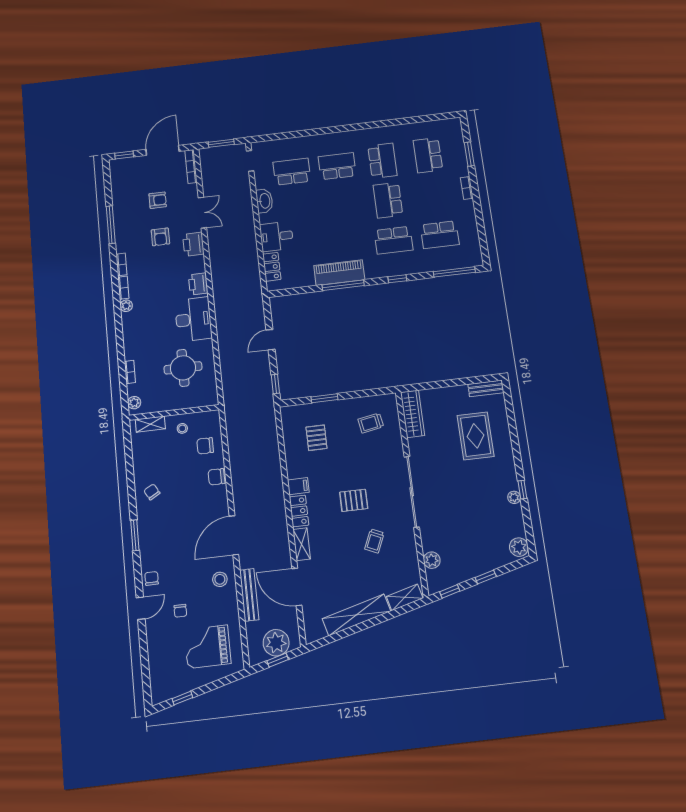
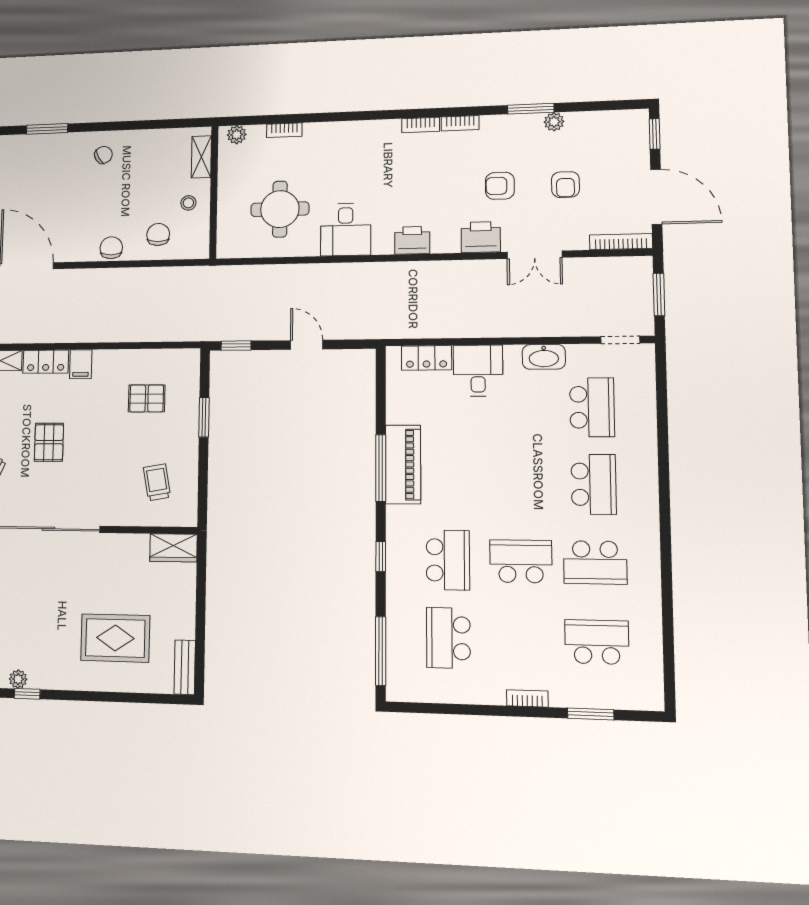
window: (111, 225) -> (531, 109), width x0.69
school desk: (394, 240) -> (448, 560), turned 180
plant: (126, 306) -> (554, 122), moved
desk: (193, 319) -> (346, 230), width x0.73
wardrobe: (413, 414) -> (173, 548), width x0.67

